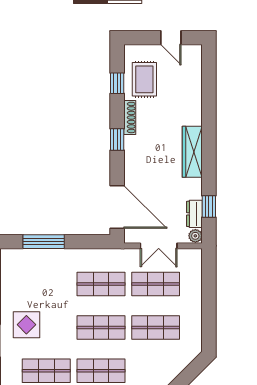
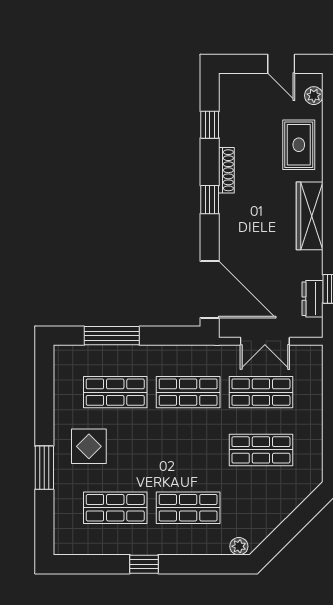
rug: (144, 79) -> (299, 145), moved
plant: (195, 236) -> (314, 96), moved
shop shelf: (101, 327) -> (115, 392), moved

